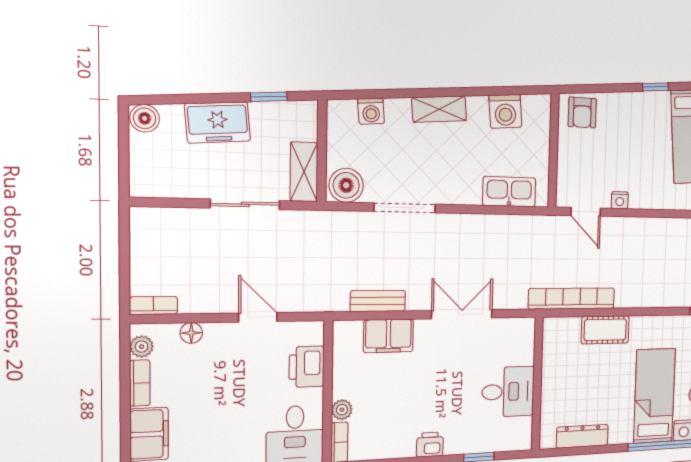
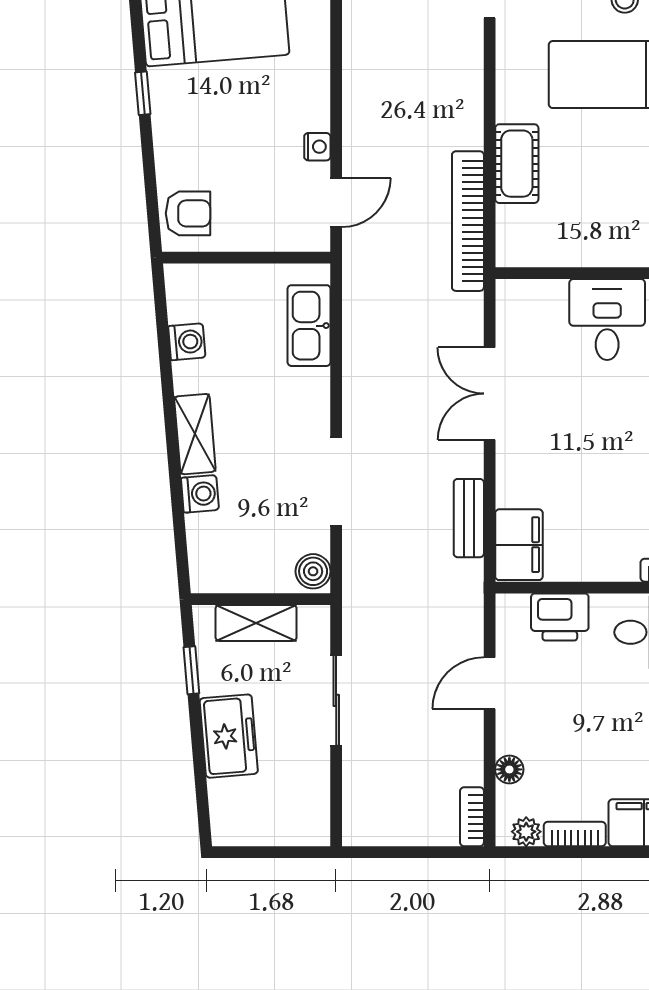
washing machine: (371, 111) -> (200, 494), moved
washing machine: (505, 111) -> (187, 342), width x0.73, depth x0.73
boiler: (145, 118) -> (228, 827), removed
shelving: (304, 172) -> (256, 623), moved
boiler: (346, 185) -> (313, 571), width x0.73, depth x0.73
filing cabinet: (388, 336) -> (519, 545), moved
plant: (342, 410) -> (623, 567), removed

